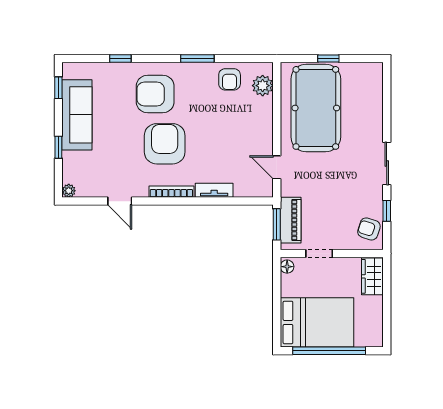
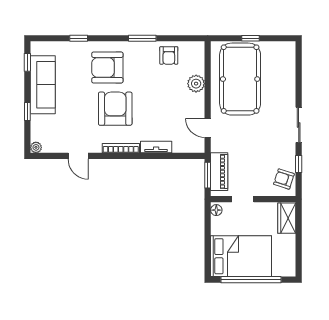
plant: (263, 86) -> (196, 84), moved

